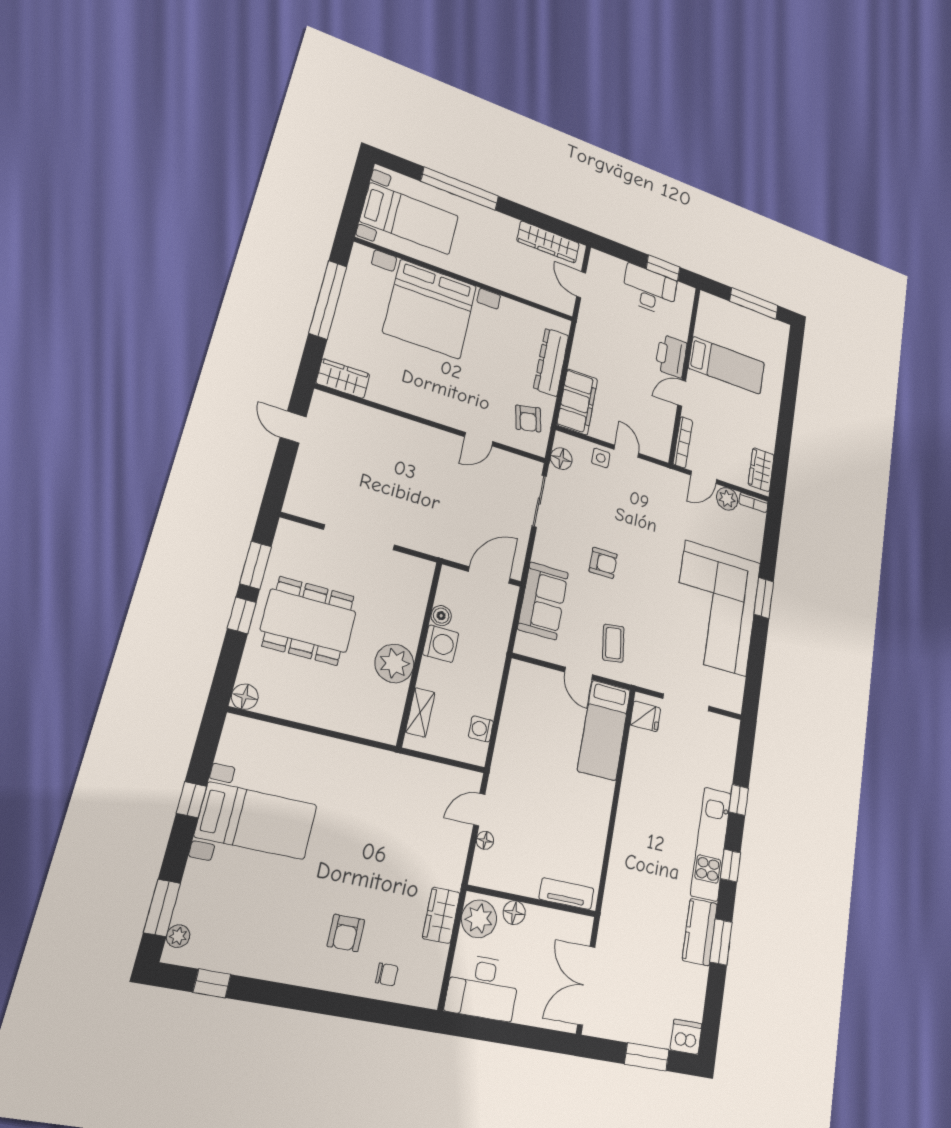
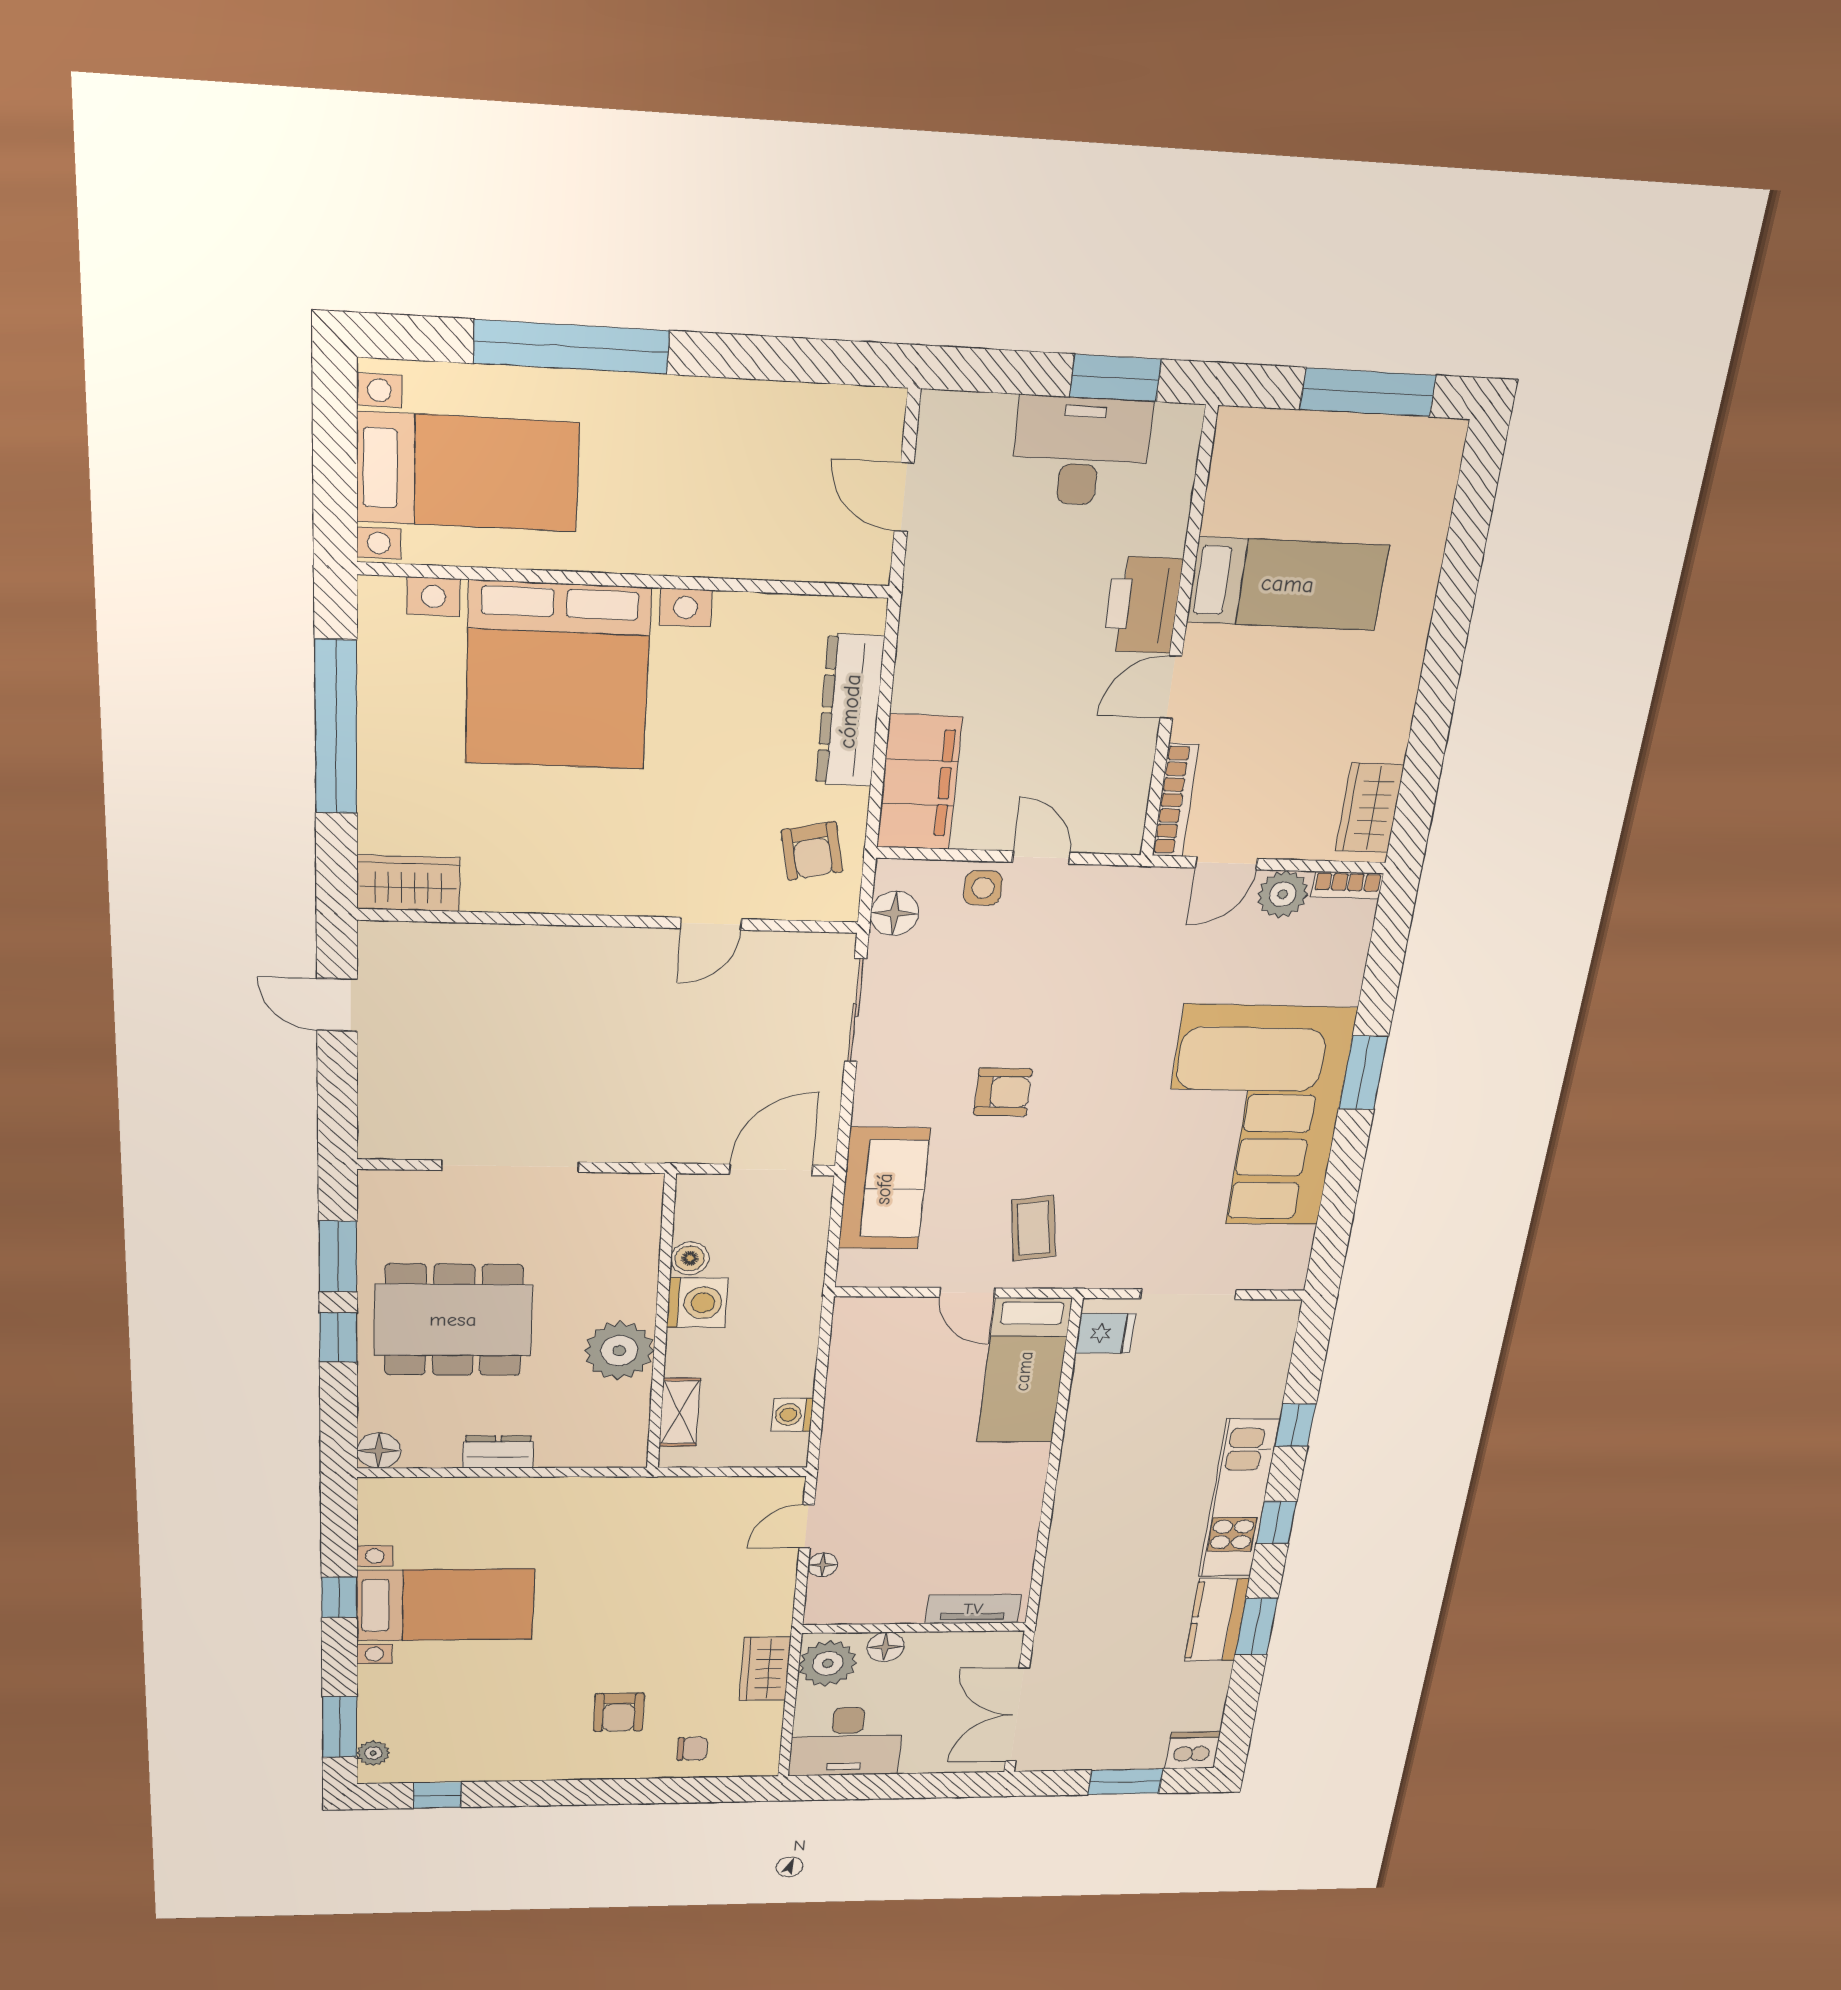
wardrobe: (548, 242) -> (810, 412), removed
dresser: (314, 715) -> (498, 1452), added

